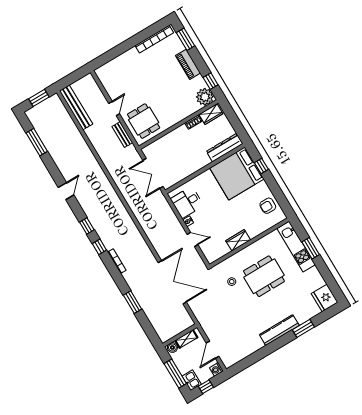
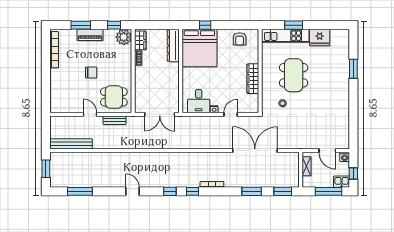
window: (186, 39) -> (81, 25), moved
chair: (154, 86) -> (91, 72), added
wardrobe: (238, 240) -> (253, 79), width x1.50
fridge: (325, 298) -> (320, 38), moved
kitchen counter: (279, 330) -> (343, 89), removed
window: (150, 331) -> (283, 191), added
boiler: (172, 347) -> (307, 181), removed

